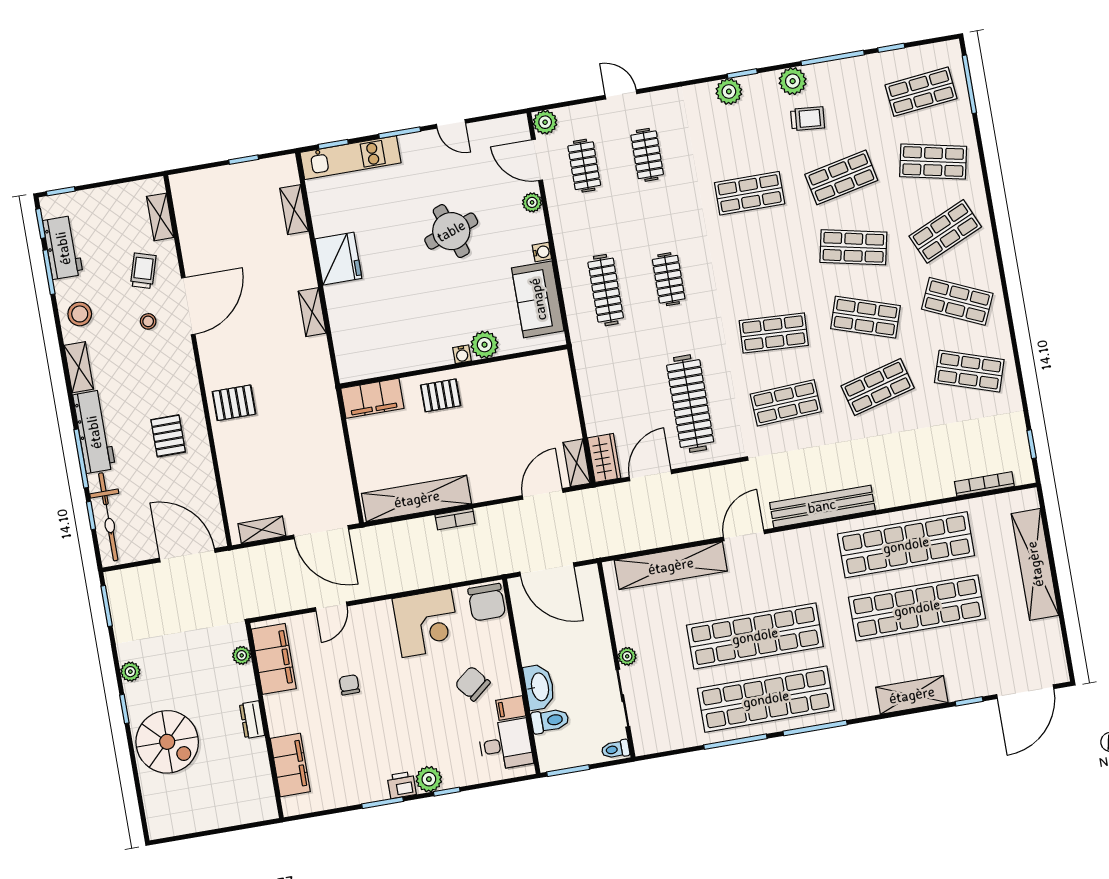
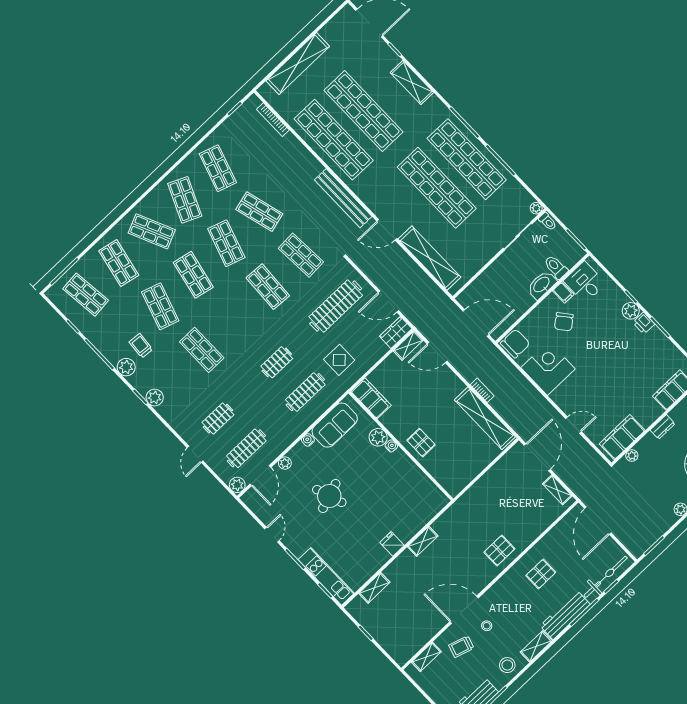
clothes rail: (584, 166) -> (246, 448), width x1.36
shop shelf: (841, 177) -> (160, 306), turned 30
fridge: (338, 259) -> (392, 544), width x0.53, depth x0.75
display table: (618, 362) -> (339, 360), added
filing cabinet: (372, 398) -> (371, 398), moved
pallet: (234, 403) -> (499, 551), turned 90
door: (547, 569) -> (476, 323), hinge flipped
plant: (627, 656) -> (536, 208), moved
chair: (349, 685) -> (609, 387), removed

